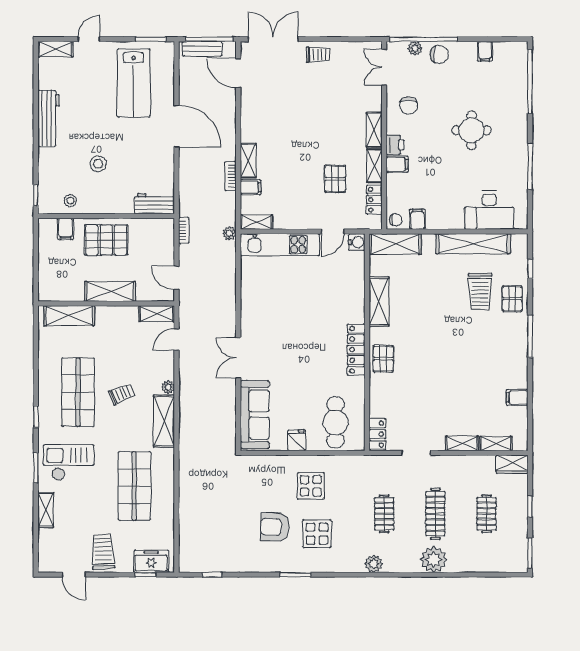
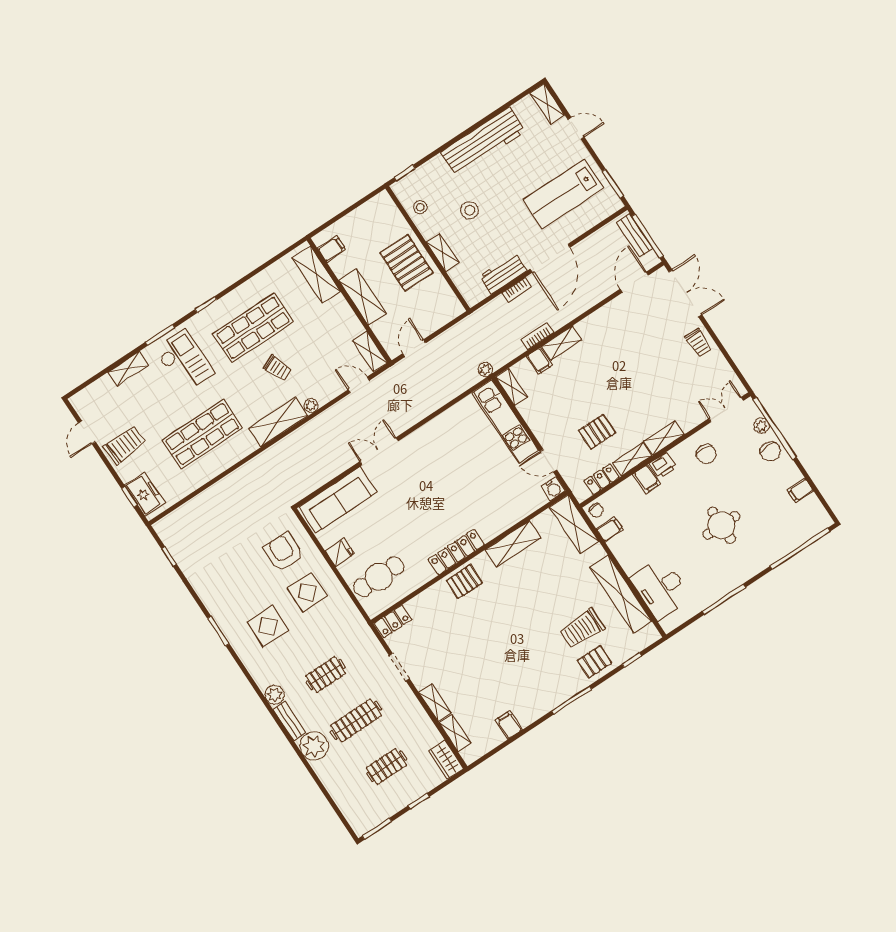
chair: (409, 106) -> (706, 454), turned -90
workbench: (48, 118) -> (483, 142), width x1.36, depth x1.32
workbench: (155, 204) -> (503, 273), moved, turned -90
shelving: (117, 207) -> (443, 252), added
filing cabinet: (66, 229) -> (332, 249), moved, turned 180
bookcase: (184, 230) -> (517, 290), moved
armchair: (275, 527) -> (283, 552), moved
bench: (401, 566) -> (289, 721), added

